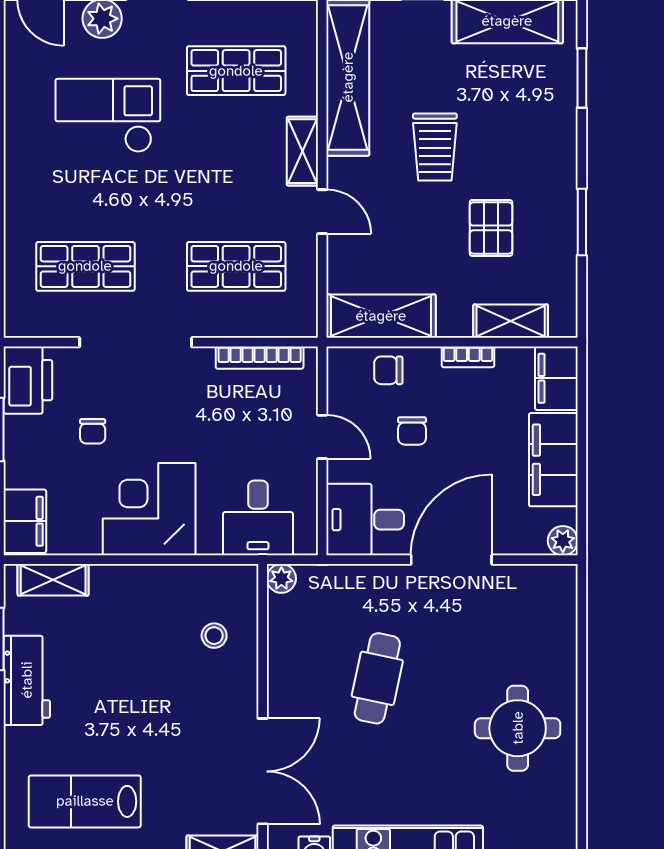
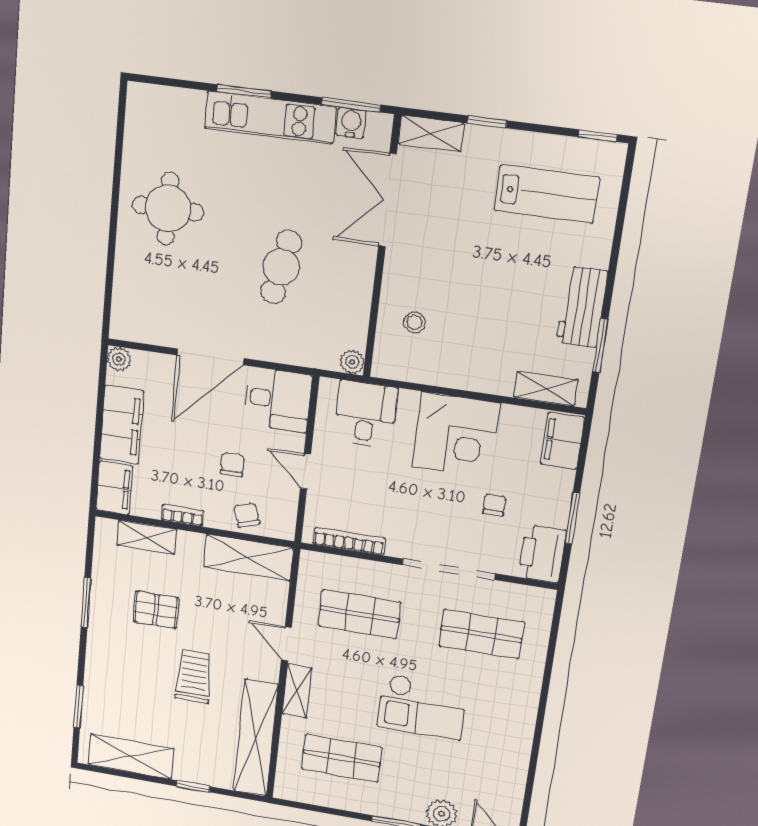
checkout: (108, 115) -> (422, 707), moved
pallet: (491, 228) -> (156, 610), turned 90
chair: (388, 370) -> (247, 515), turned -110

